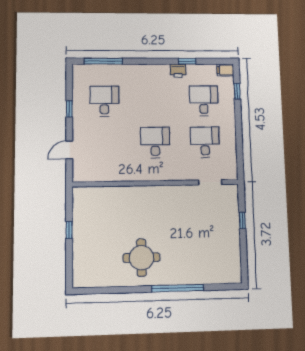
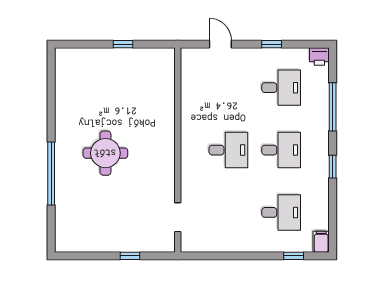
window: (103, 61) -> (333, 107), moved
window: (187, 61) -> (333, 167), moved
printer: (178, 71) -> (319, 57), moved, turned -90
desk: (205, 142) -> (281, 150), moved
round table: (141, 258) -> (105, 153), moved

